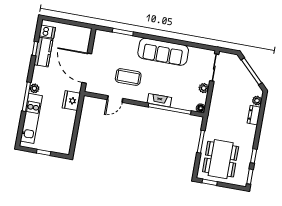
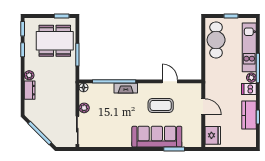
dishwasher: (47, 32) -> (249, 89), moved
sofa: (163, 52) -> (157, 137), moved
door: (87, 68) -> (203, 107), width x0.53
door: (115, 99) -> (170, 81), hinge flipped
fridge: (71, 101) -> (213, 135), moved
plant: (257, 101) -> (29, 75), moved
cafe table: (62, 131) -> (216, 40), added
dining table: (221, 159) -> (55, 41), turned 90

